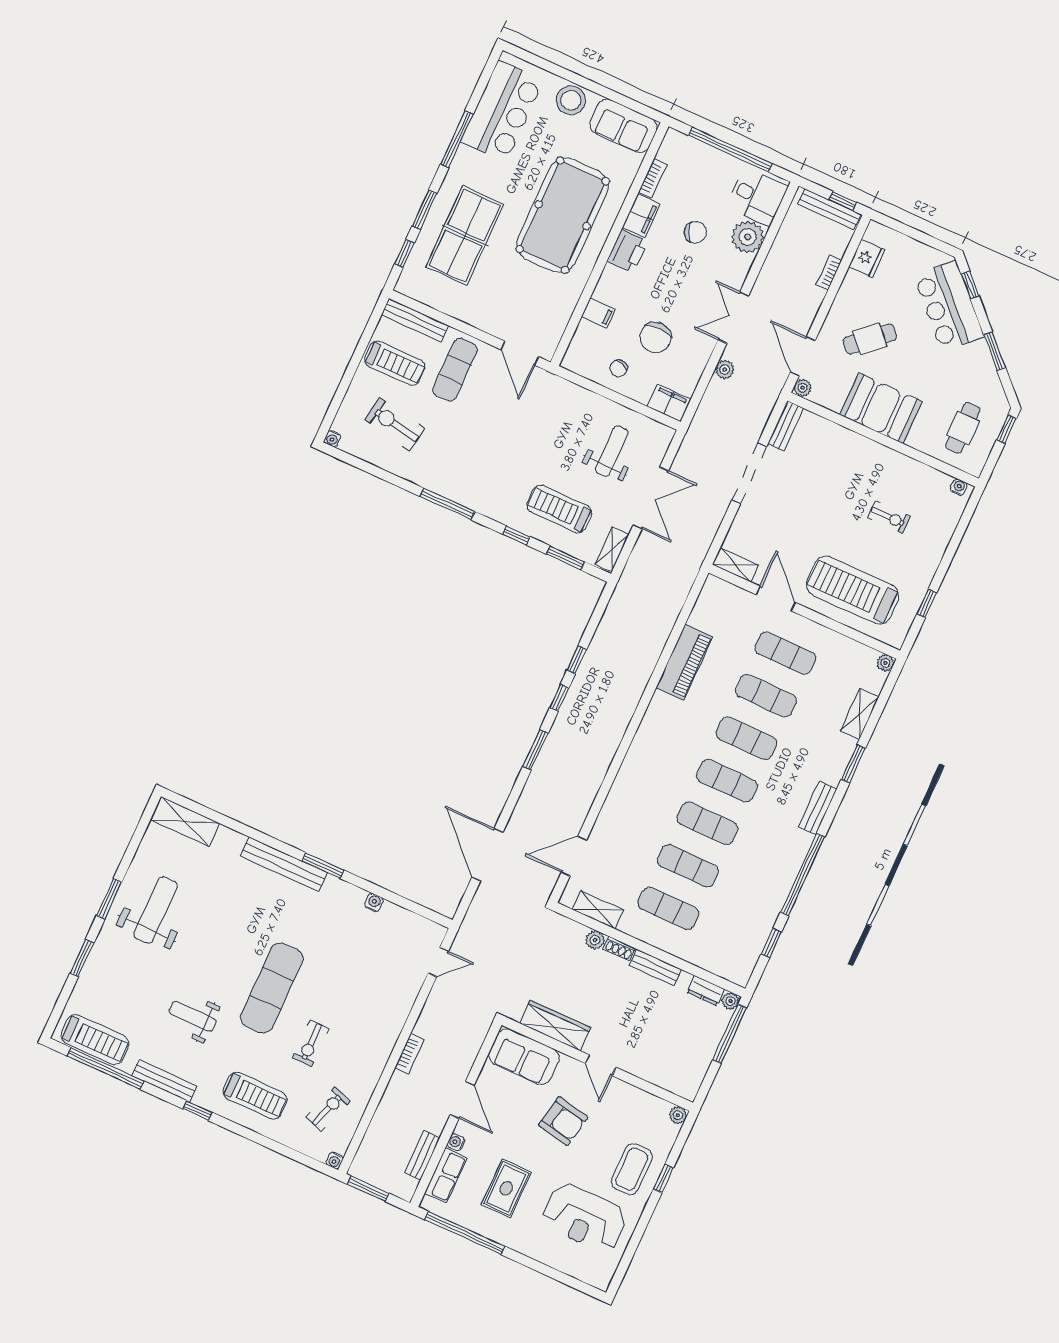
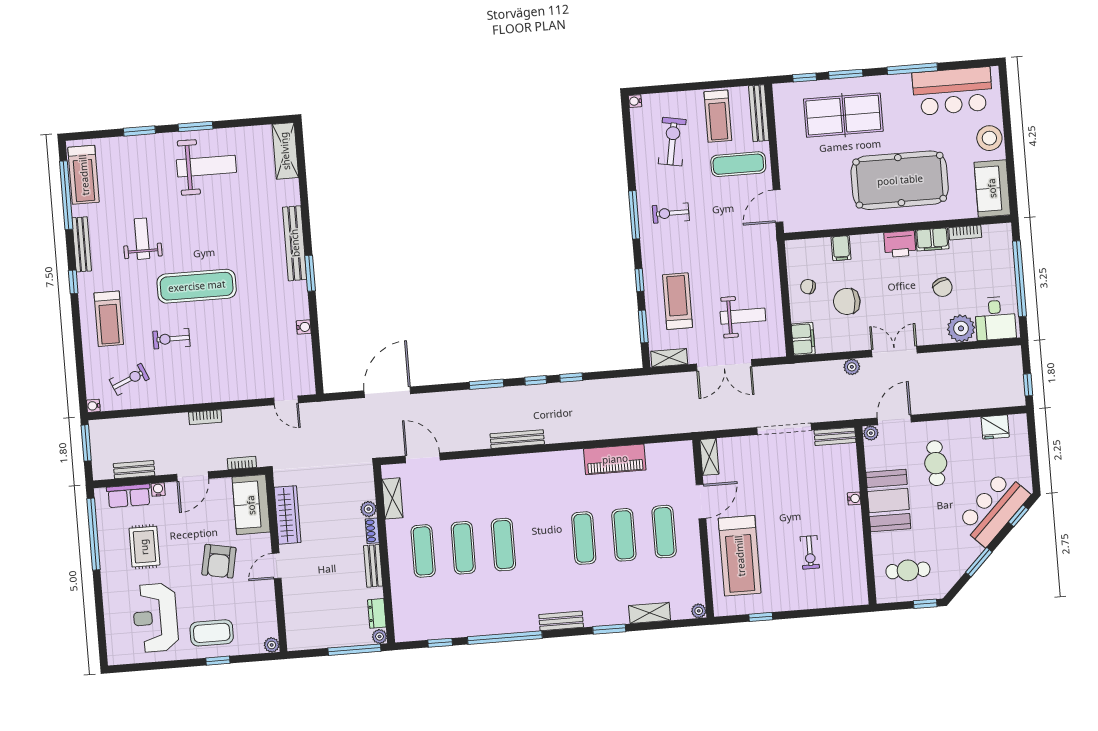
bench: (829, 209) -> (517, 439), moved, turned 90
bookcase: (829, 273) -> (242, 463), moved
cafe table: (870, 339) -> (936, 463), turned 42
exercise bike: (466, 466) -> (671, 213), added
water cooler: (959, 487) -> (854, 498), moved
treadmill: (853, 590) -> (740, 556), turned 180
exercise mat: (727, 781) -> (544, 541), removed
exercise bike: (328, 1109) -> (129, 379), turned -42
rug: (506, 1188) -> (144, 547), turned 90

